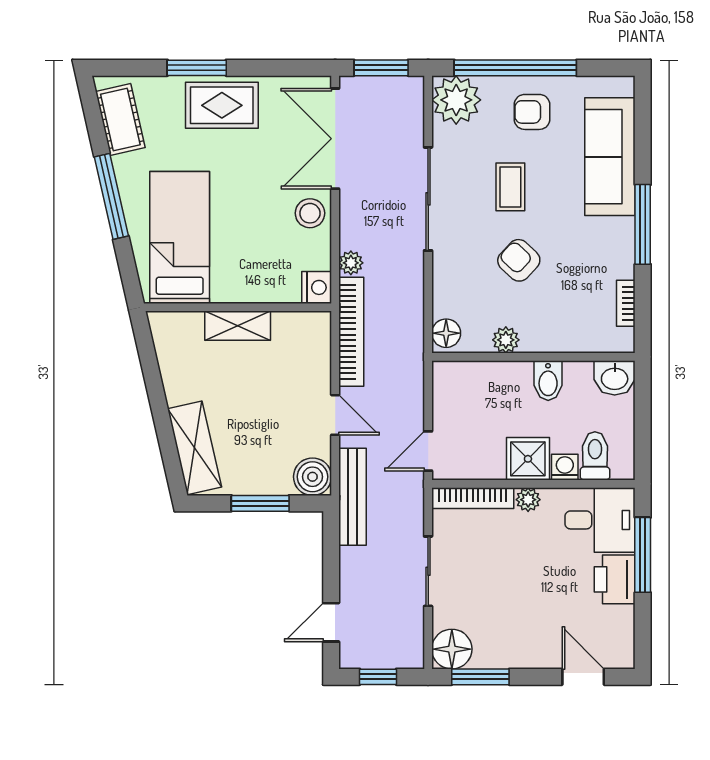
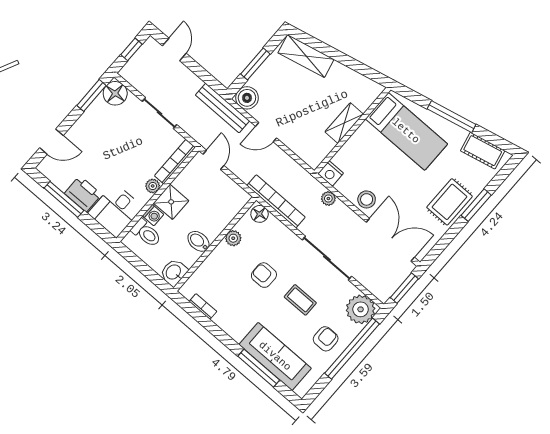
window: (643, 224) -> (259, 368), moved
armchair: (519, 260) -> (264, 275), turned -133
bookcase: (351, 332) -> (276, 201), moved, turned 180
window: (643, 555) -> (64, 199), moved

